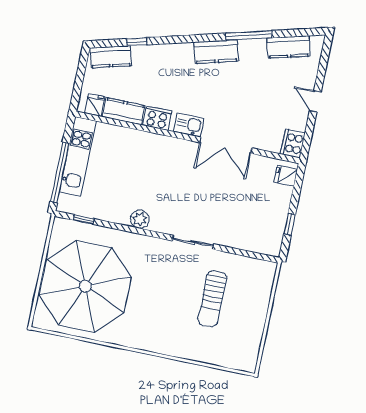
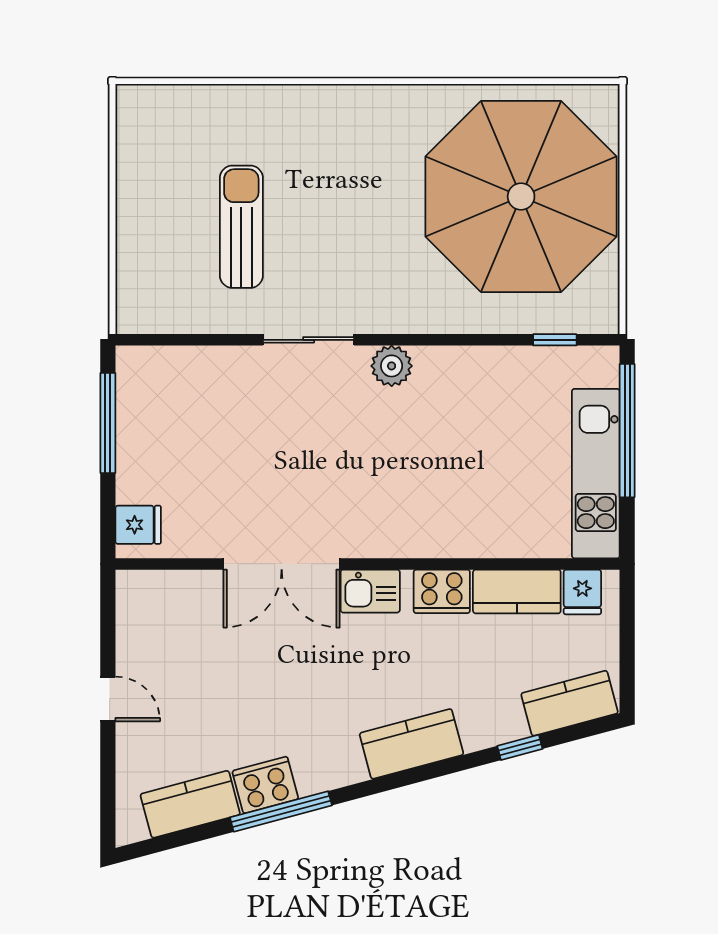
kitchen counter: (216, 52) -> (411, 744), moved
cooker: (293, 143) -> (265, 785), moved, turned -105
double door: (226, 145) -> (282, 564), swing flipped
plant: (140, 219) -> (392, 366), moved
window: (290, 224) -> (108, 423), width x2.17

